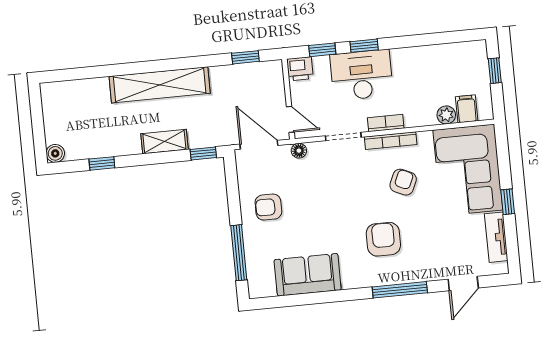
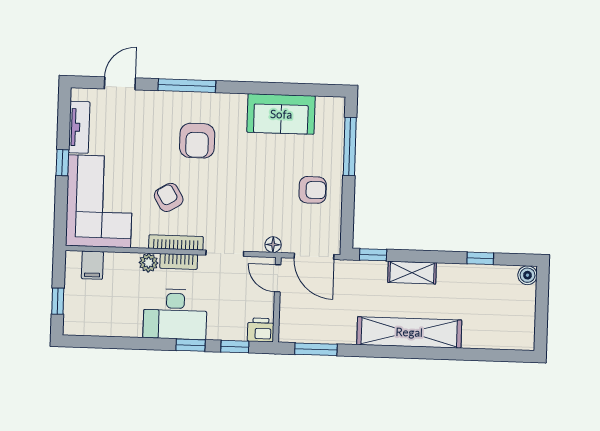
window: (245, 57) -> (316, 349), width x1.50
desk: (362, 75) -> (175, 314), moved
plant: (446, 115) -> (149, 263), moved
armchair: (403, 182) -> (169, 197), turned 125

